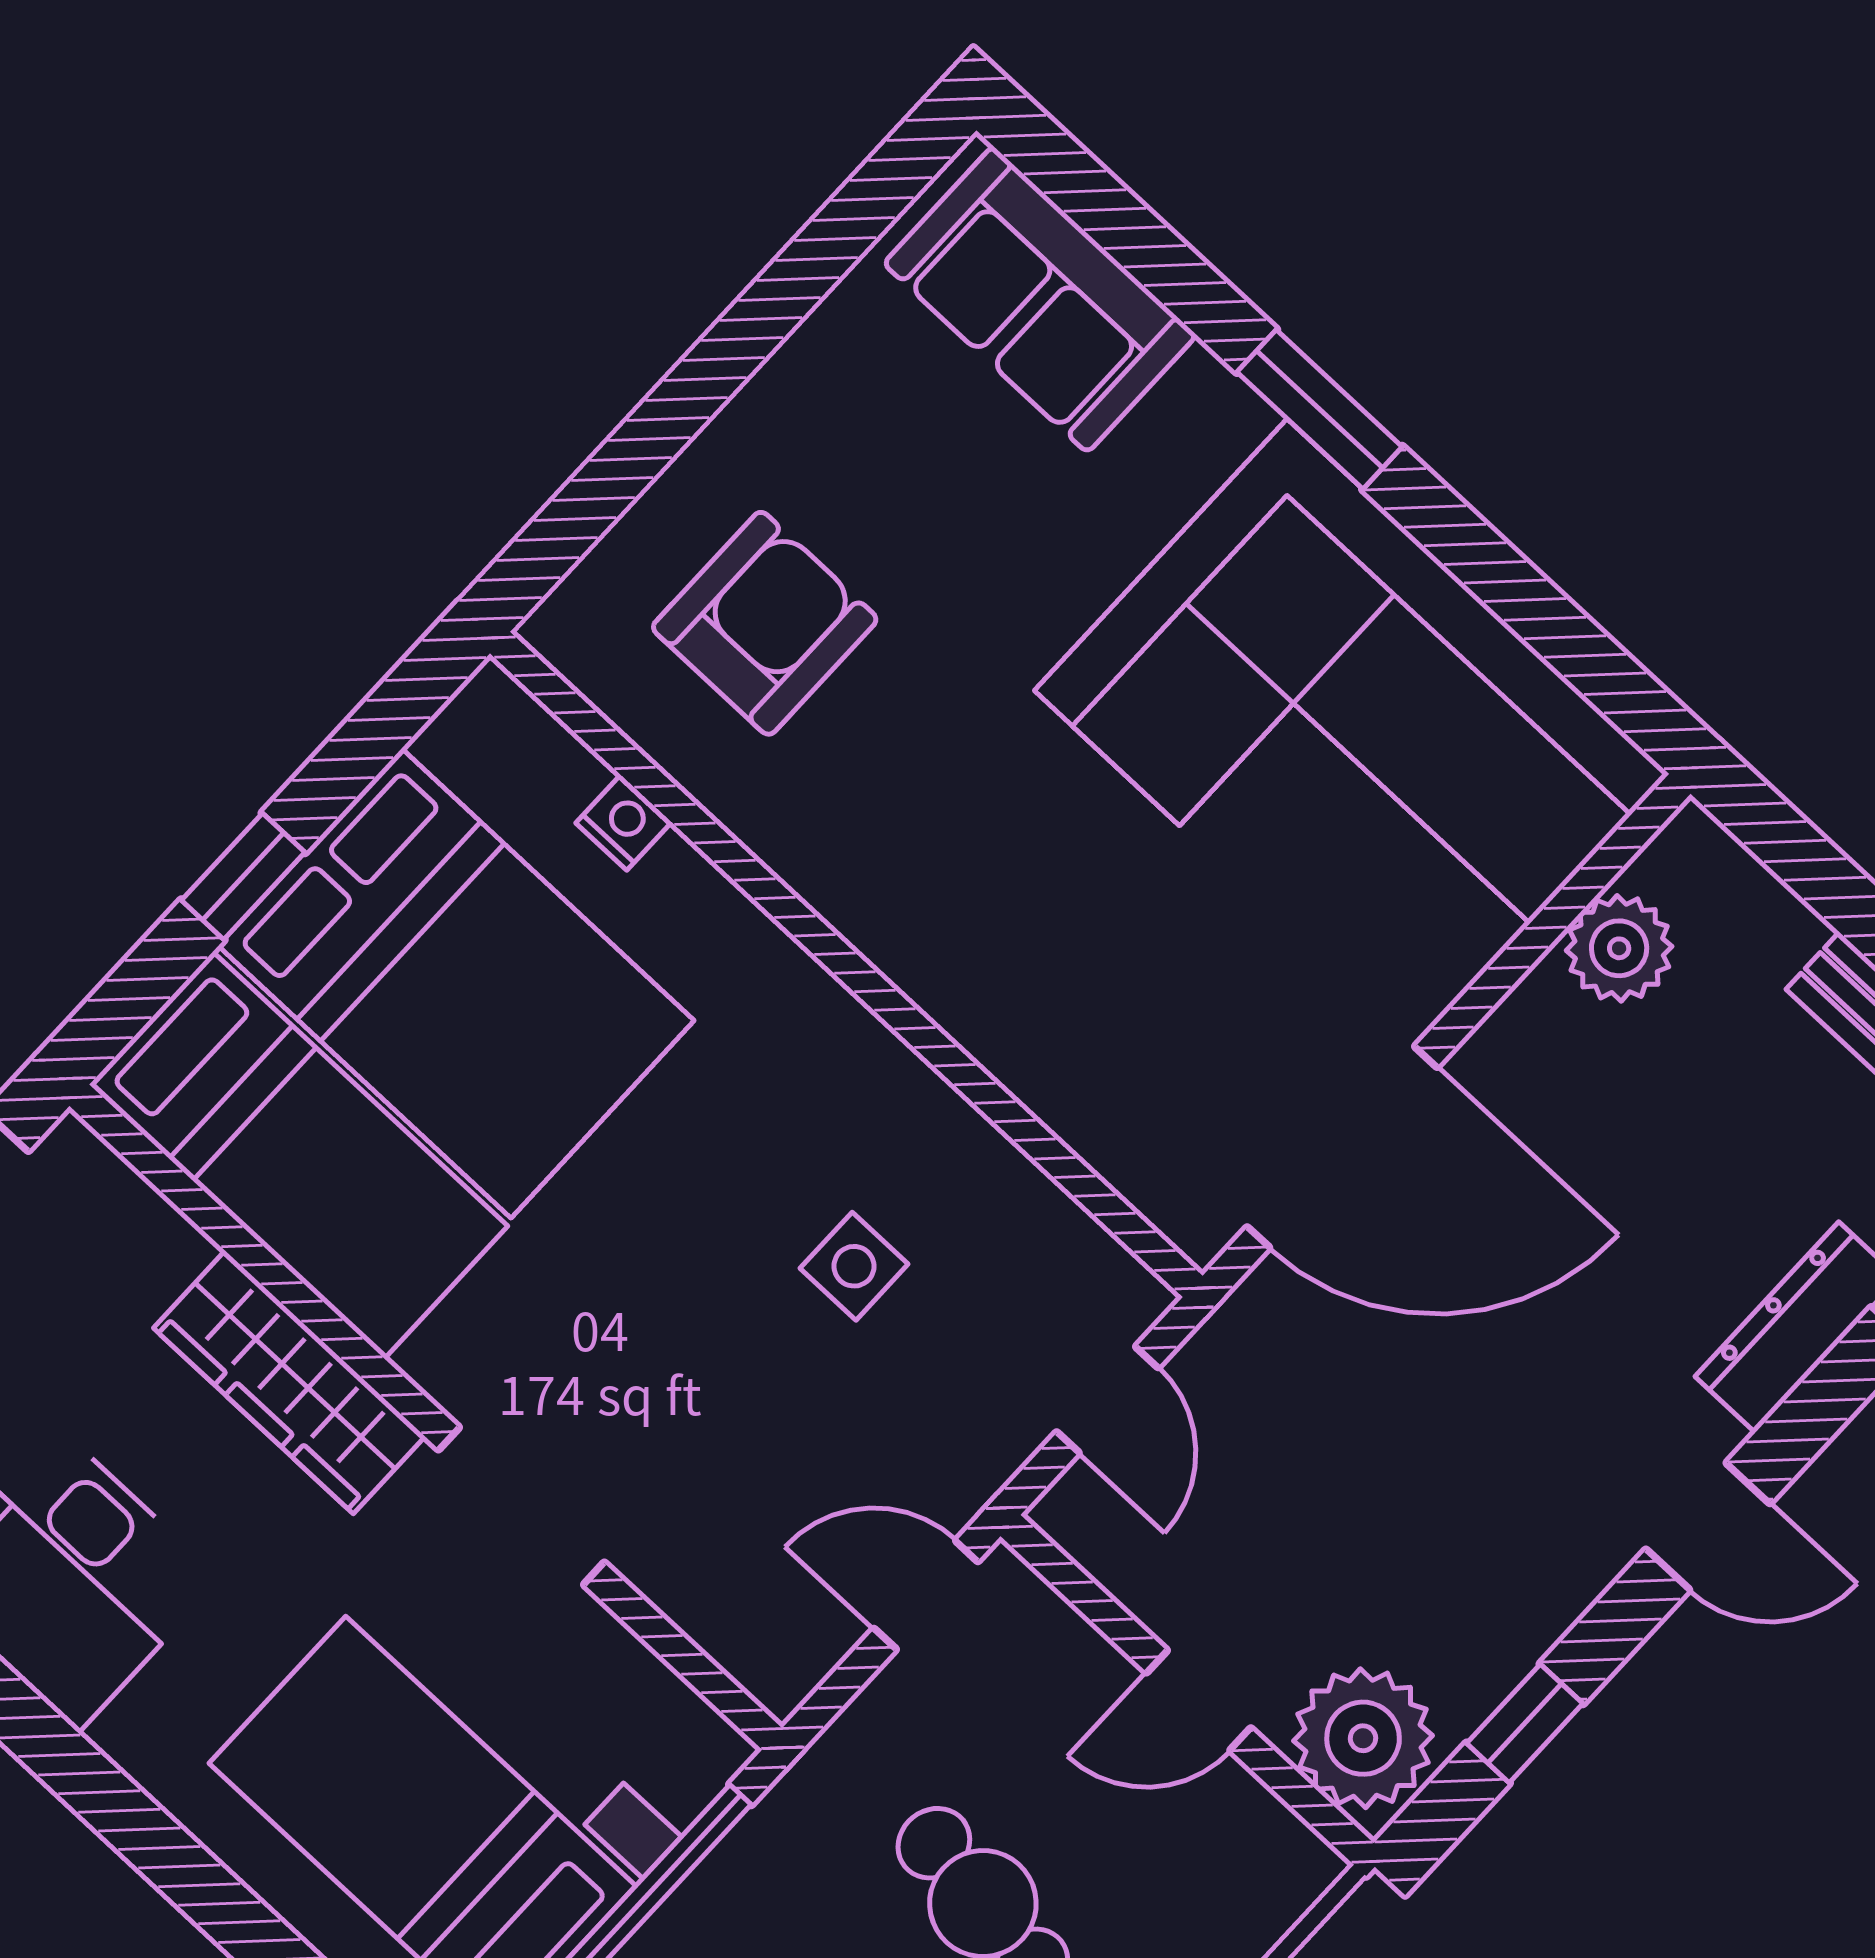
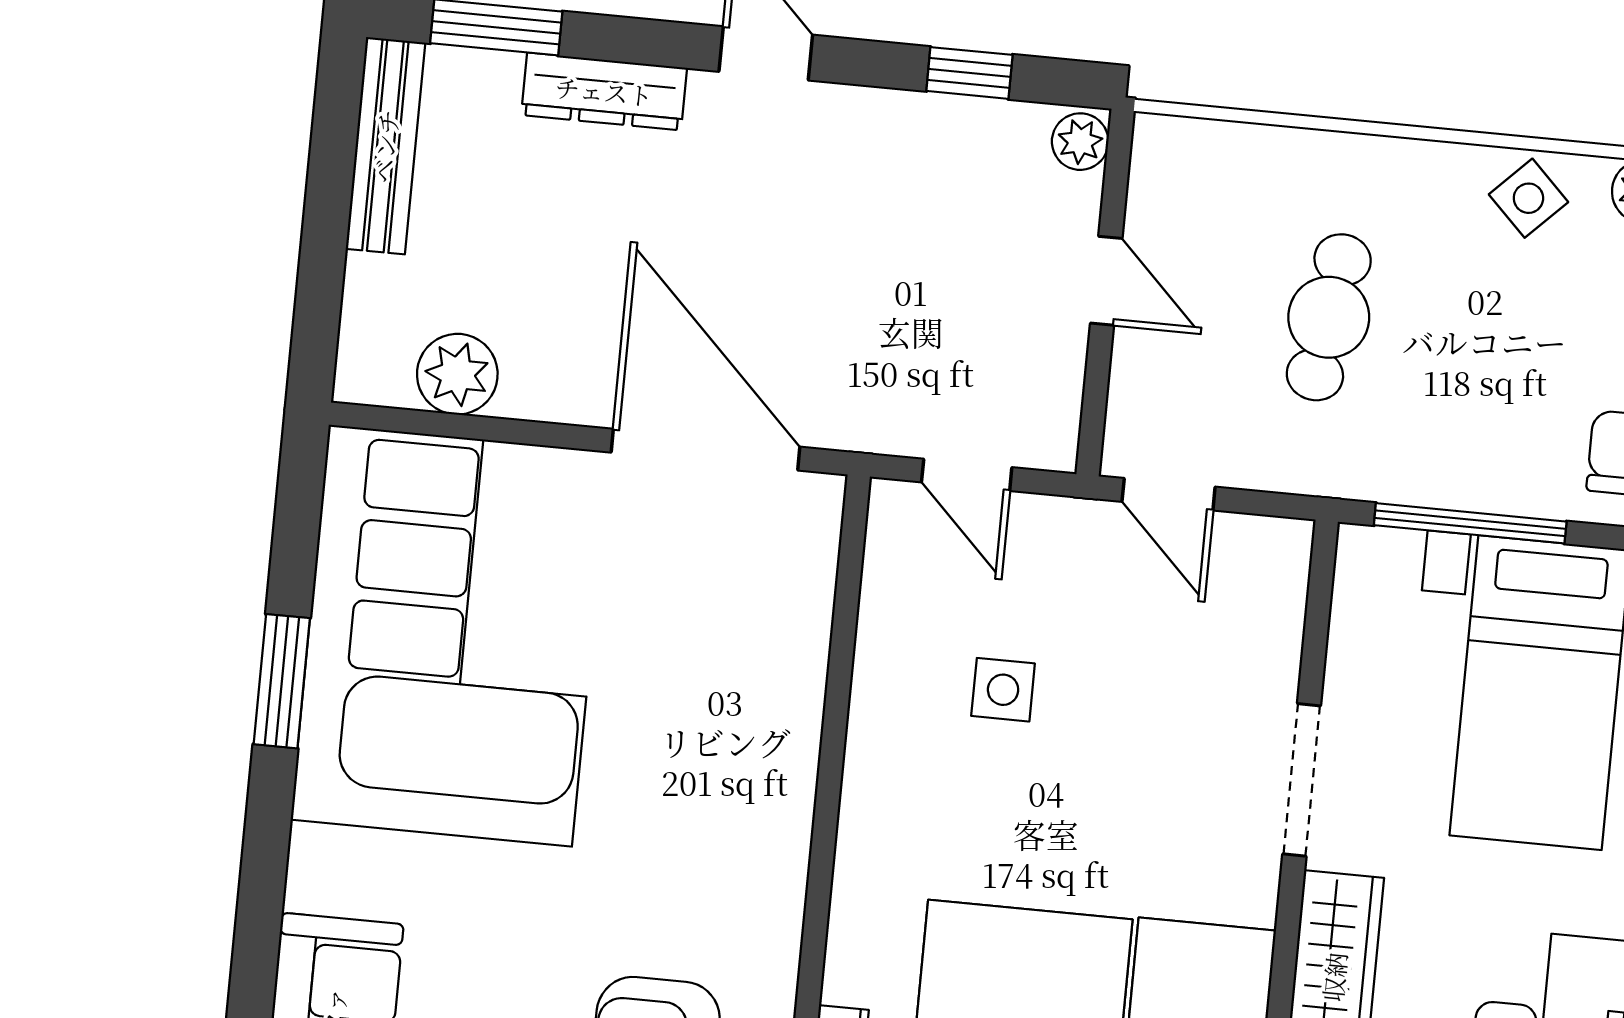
window: (1320, 409) -> (282, 681), moved
door: (1107, 1400) -> (967, 475), swing flipped
plant: (1363, 1738) -> (1080, 142), width x0.53, depth x0.53

